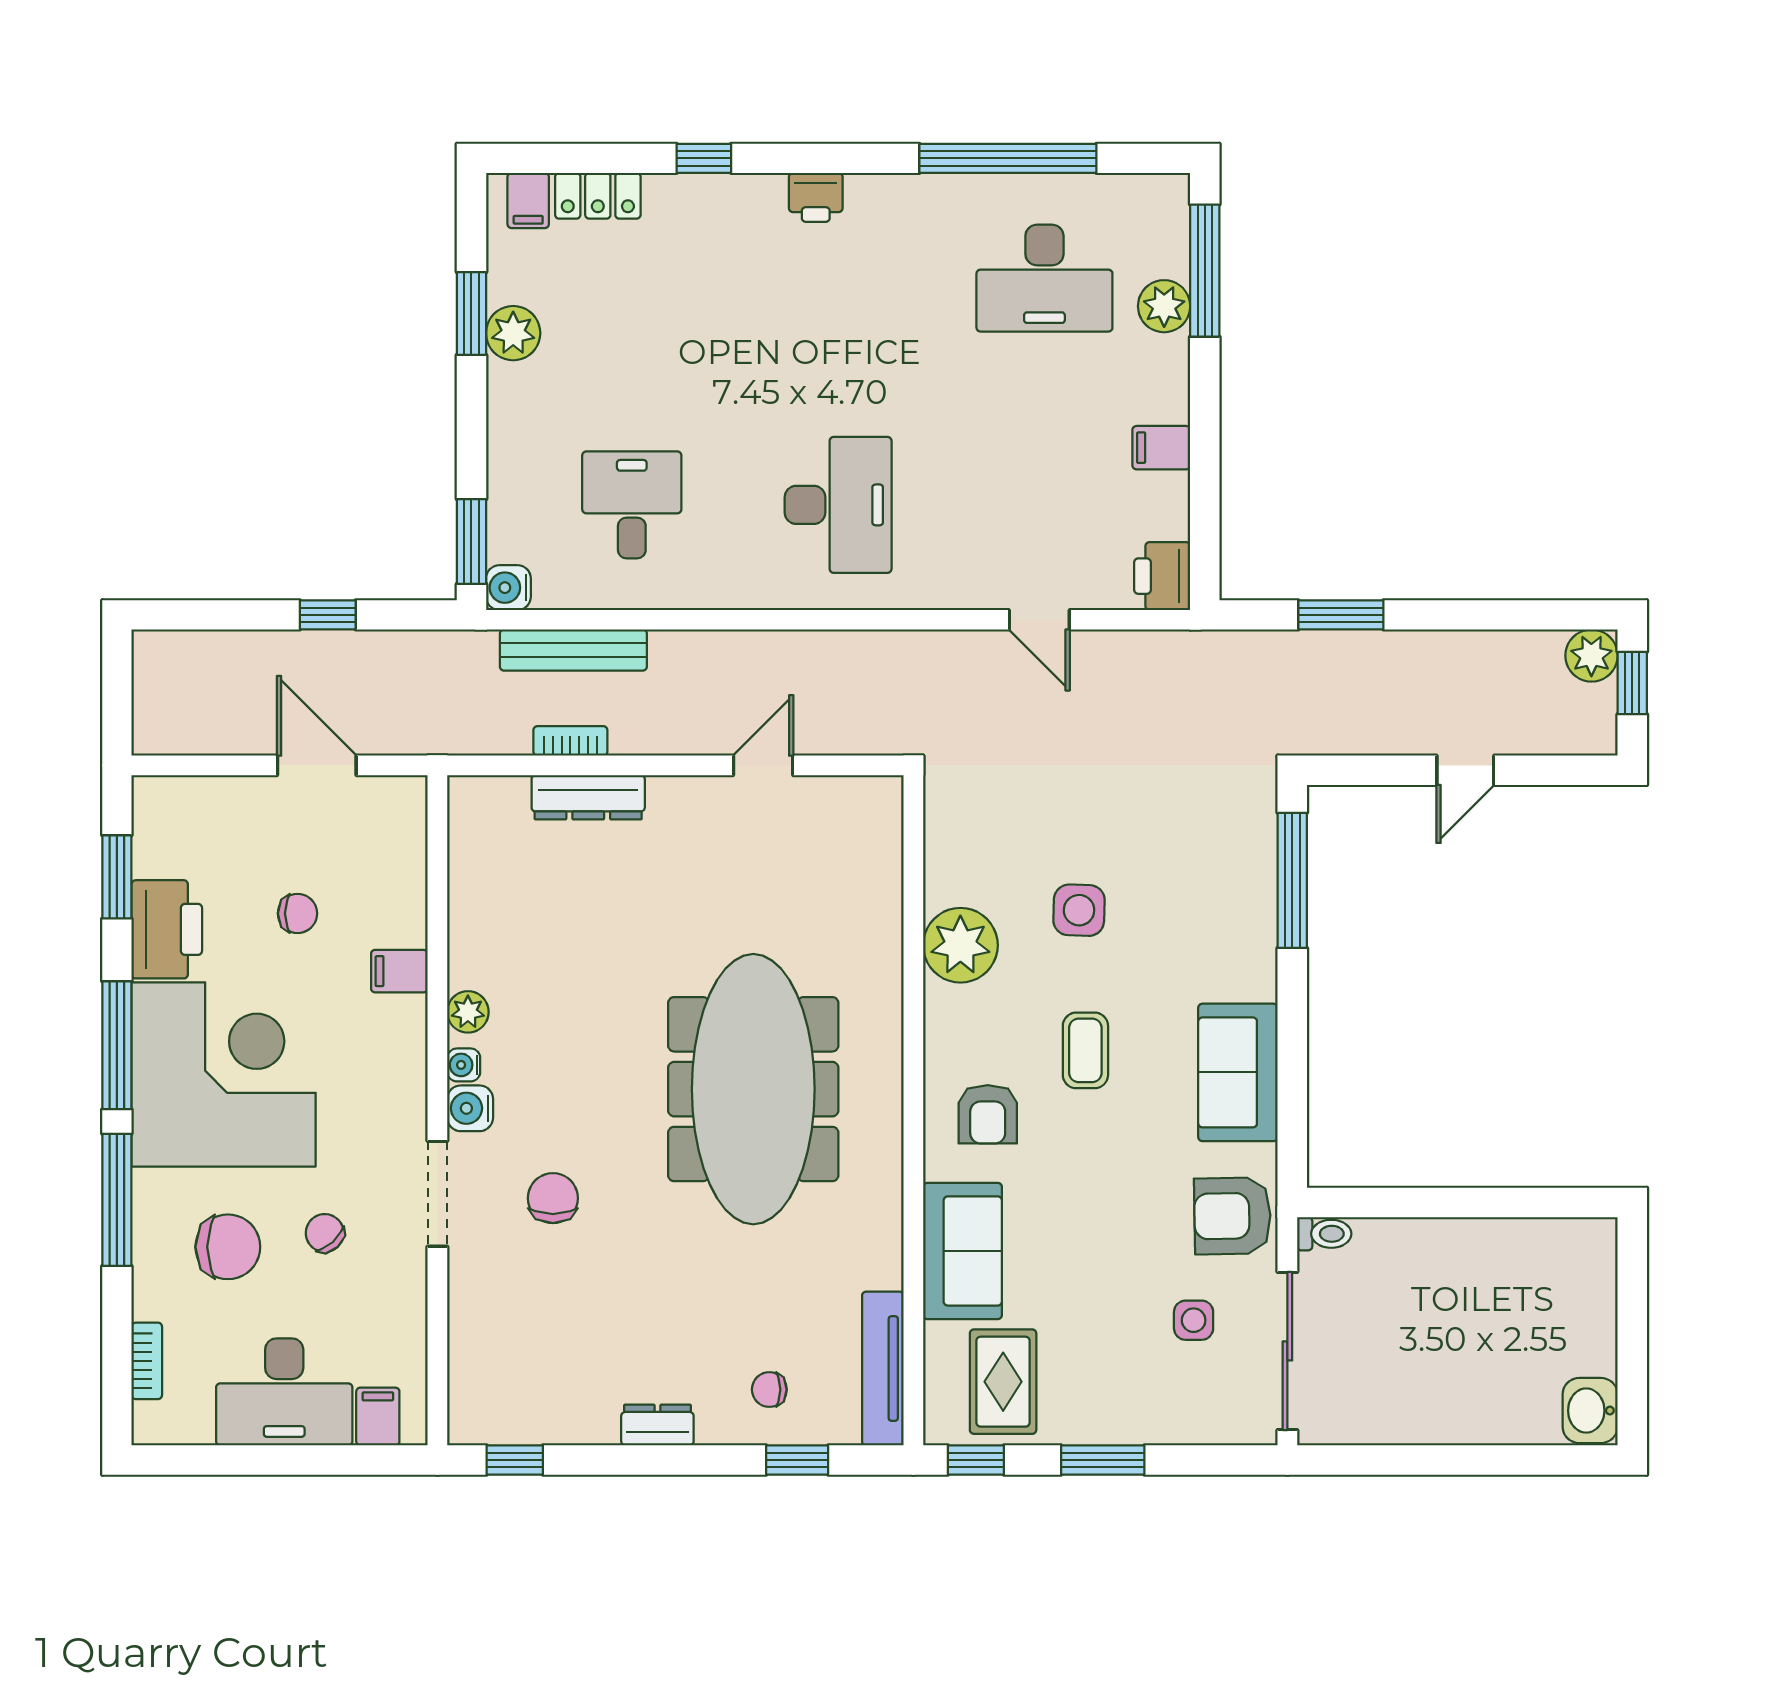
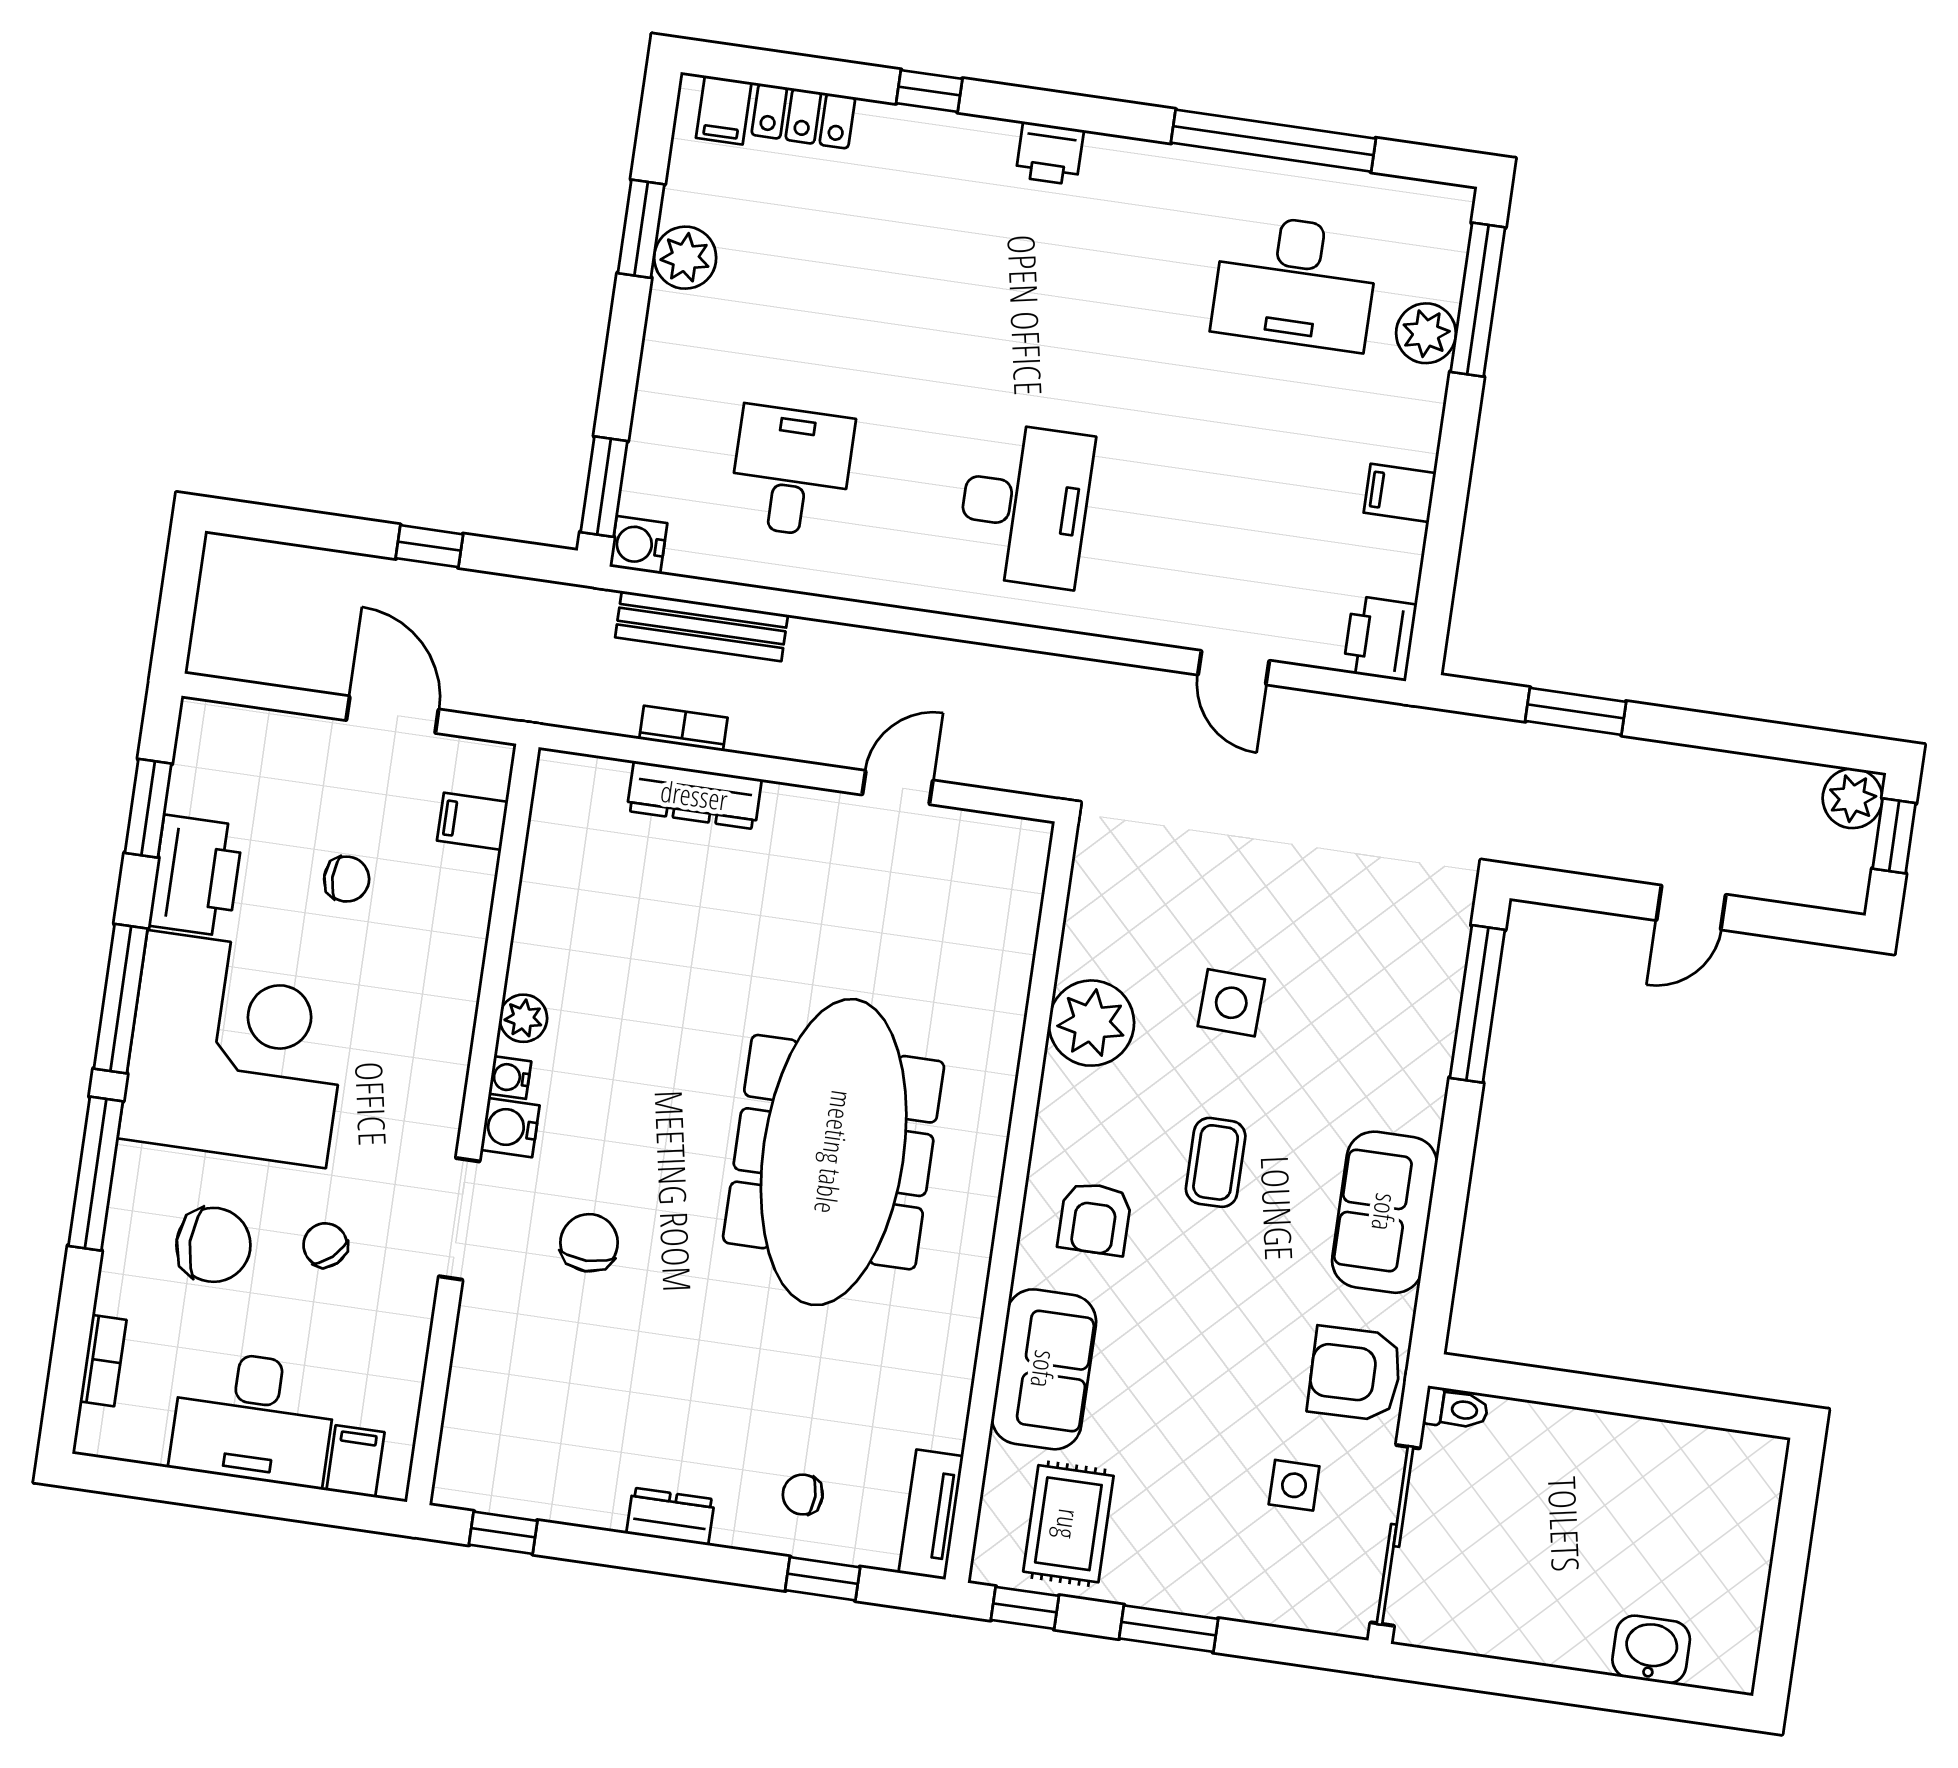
filing cabinet: (399, 971) -> (473, 821), moved
tv unit: (883, 1369) -> (931, 1515), width x0.71
washbasin: (1590, 1411) -> (1651, 1650), moved, turned 90

